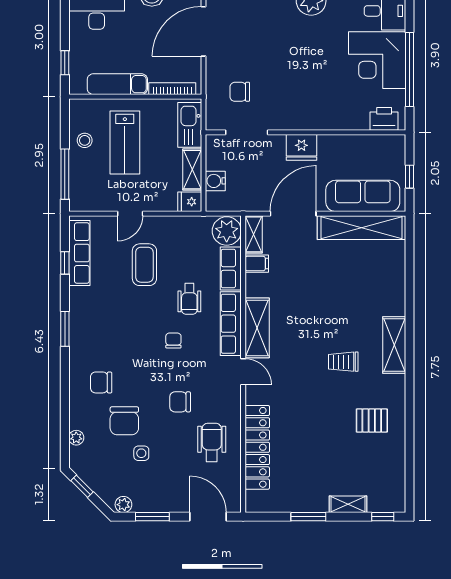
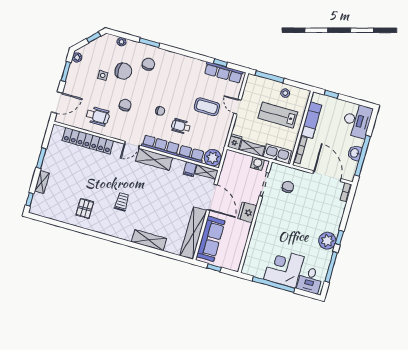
printer: (384, 119) -> (250, 263), removed
water cooler: (215, 181) -> (258, 164), moved
window: (65, 329) -> (149, 43), moved
shelving: (394, 345) -> (149, 240), moved
chair: (124, 421) -> (123, 71), turned 180

